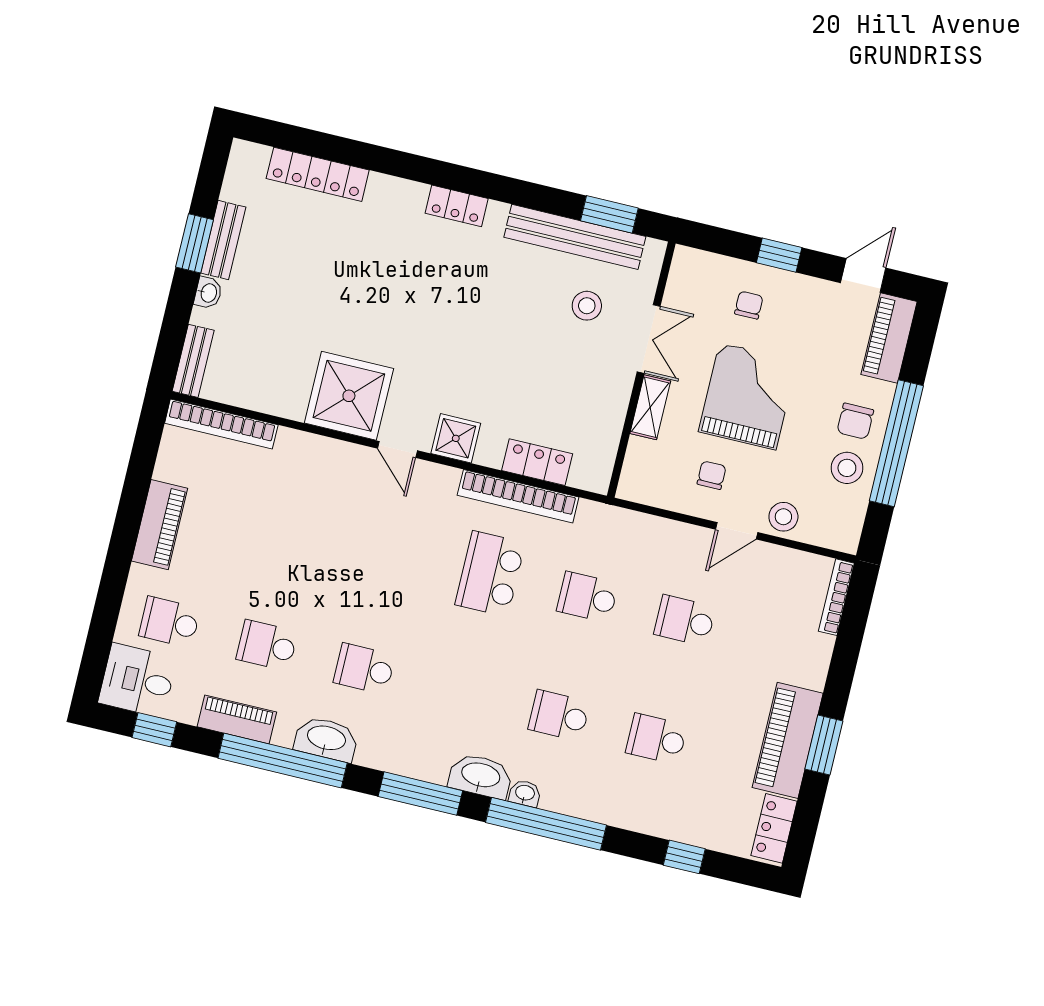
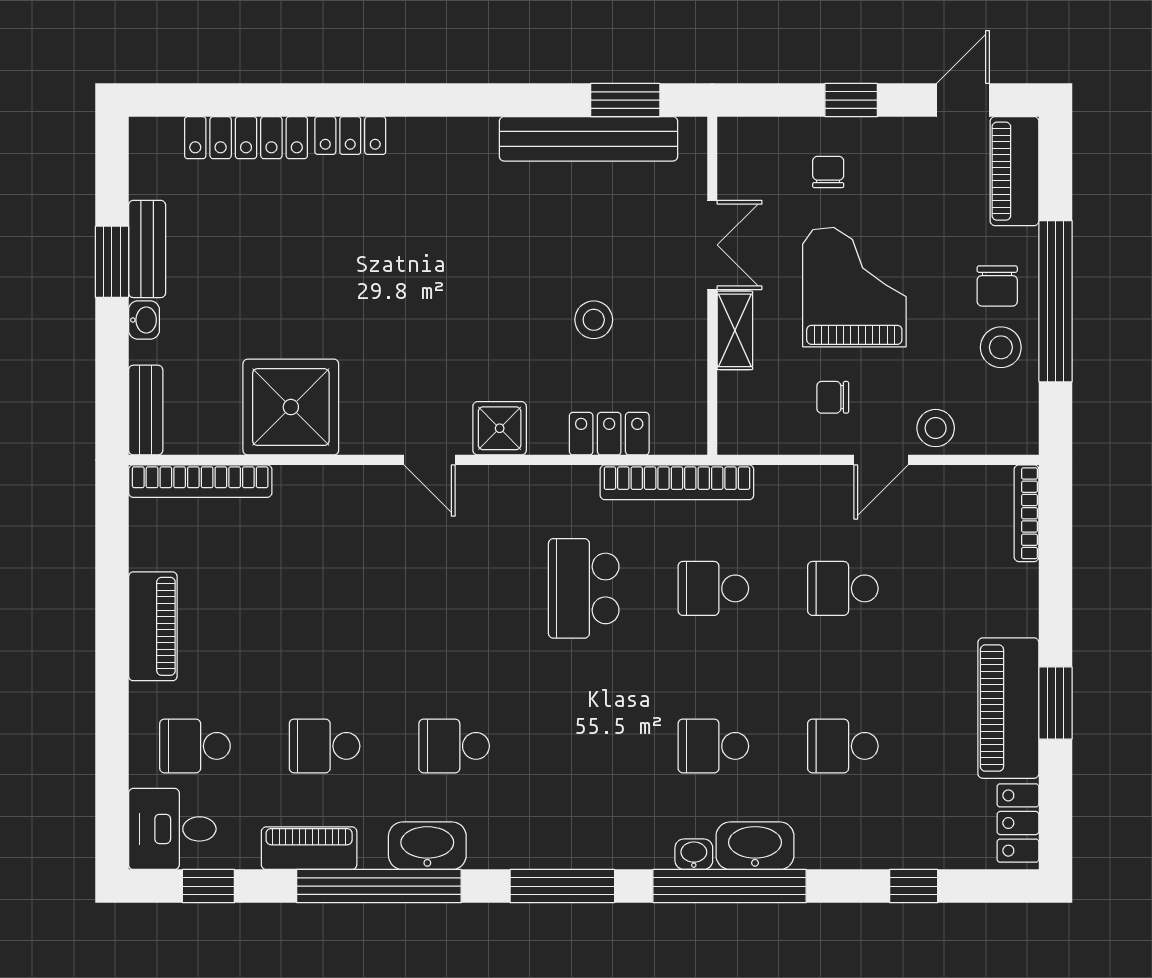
locker: (457, 206) -> (350, 136), moved
stool: (587, 306) -> (594, 320), moved
shower: (349, 396) -> (291, 407), moved
chair: (712, 475) -> (833, 397), turned -90
bookcase: (518, 496) -> (677, 482), moved
washbasin: (480, 776) -> (755, 846), moved

